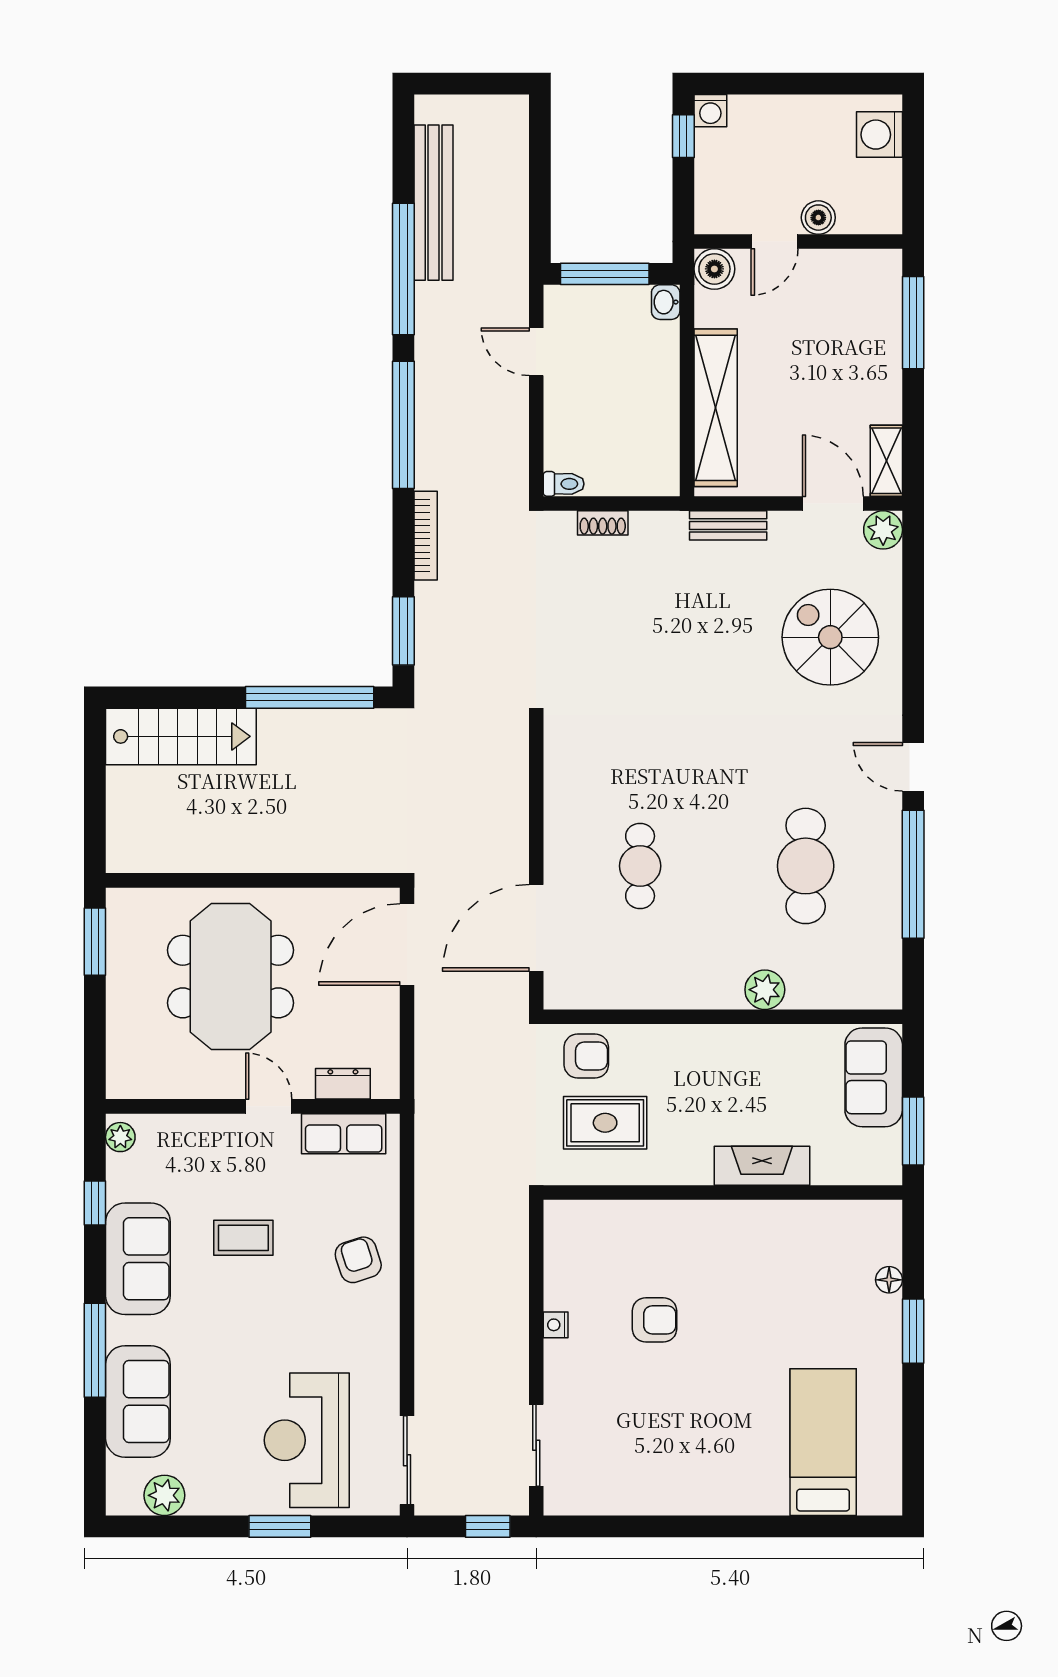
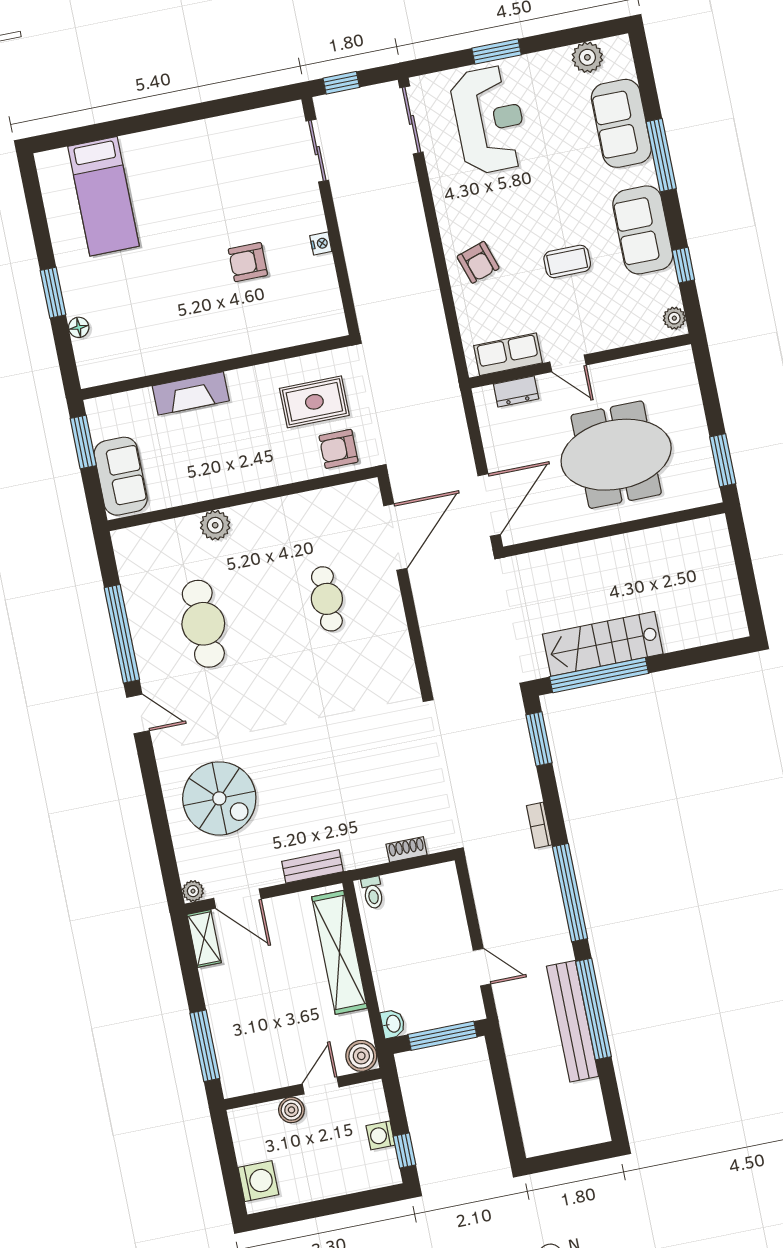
washing machine: (710, 111) -> (380, 1135), moved, turned -90
bench: (434, 203) -> (573, 1021), moved
toilet: (564, 484) -> (373, 893), moved, turned -90
plant: (883, 530) -> (193, 891), width x0.73, depth x0.73
bookcase: (426, 536) -> (539, 825), width x0.64
stairs: (181, 736) -> (603, 644), moved
meeting table: (231, 977) -> (616, 455), turned 90

